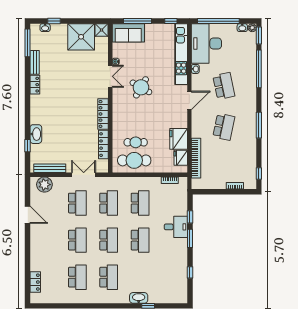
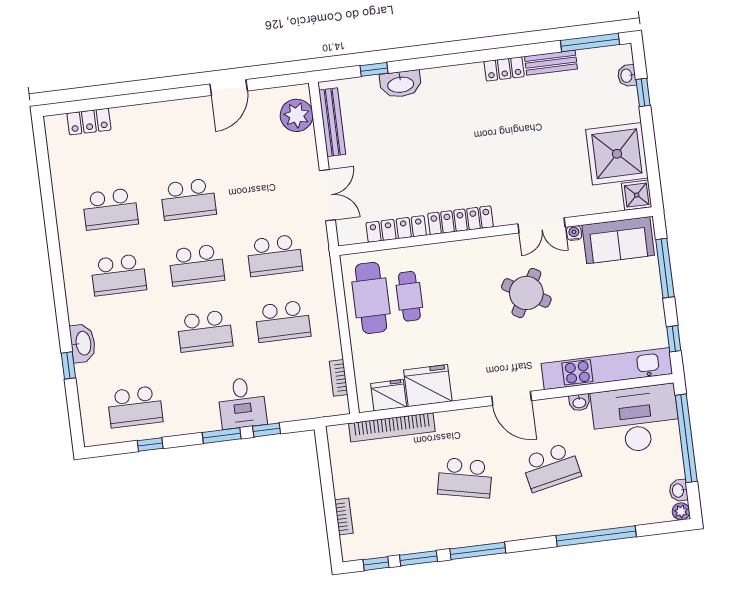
sofa: (128, 33) -> (618, 240), moved, turned -90
window: (259, 36) -> (418, 558), moved
school desk: (77, 203) -> (135, 407), moved

